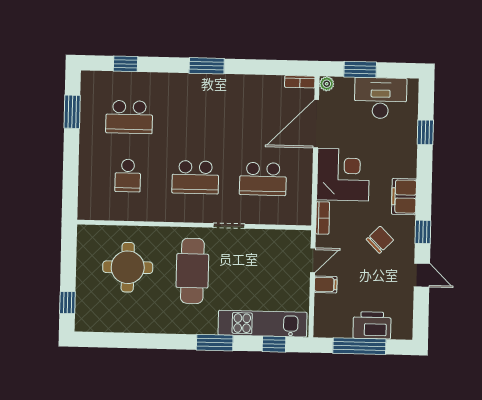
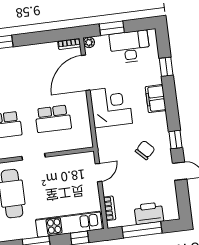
filing cabinet: (404, 197) -> (156, 99), moved
bookcase: (323, 218) -> (110, 208), moved
filing cabinet: (326, 284) -> (111, 189), removed

